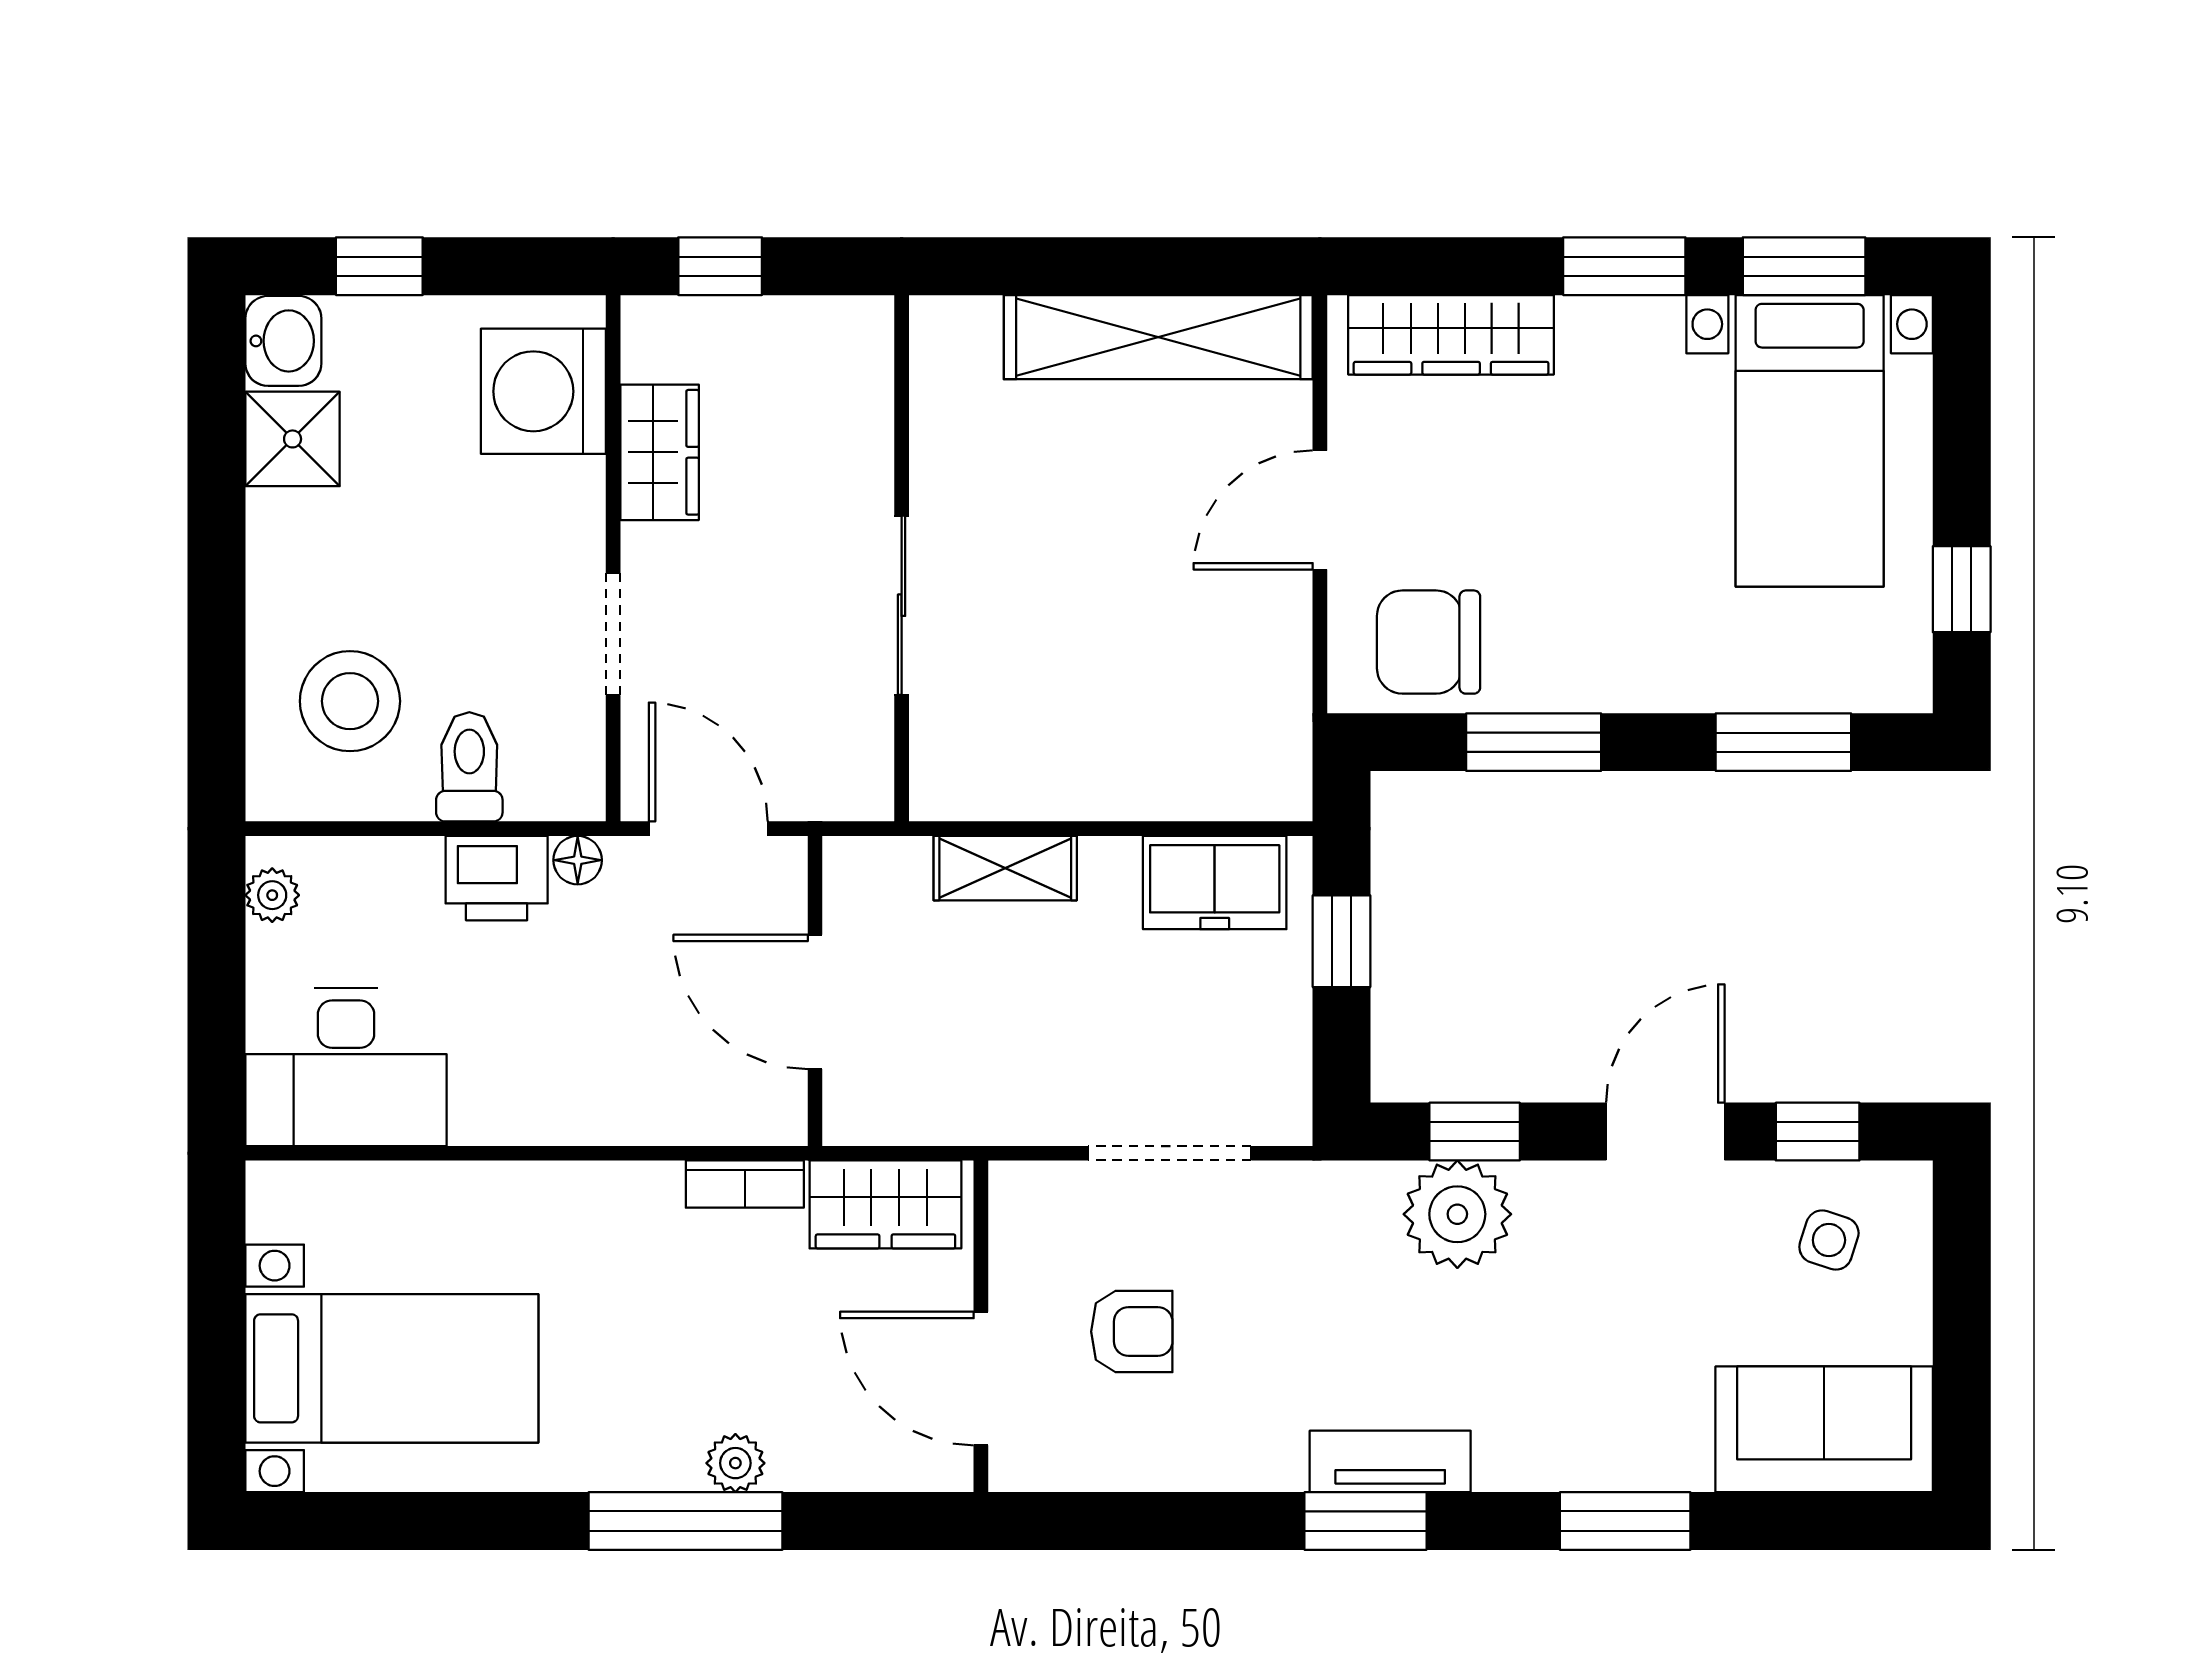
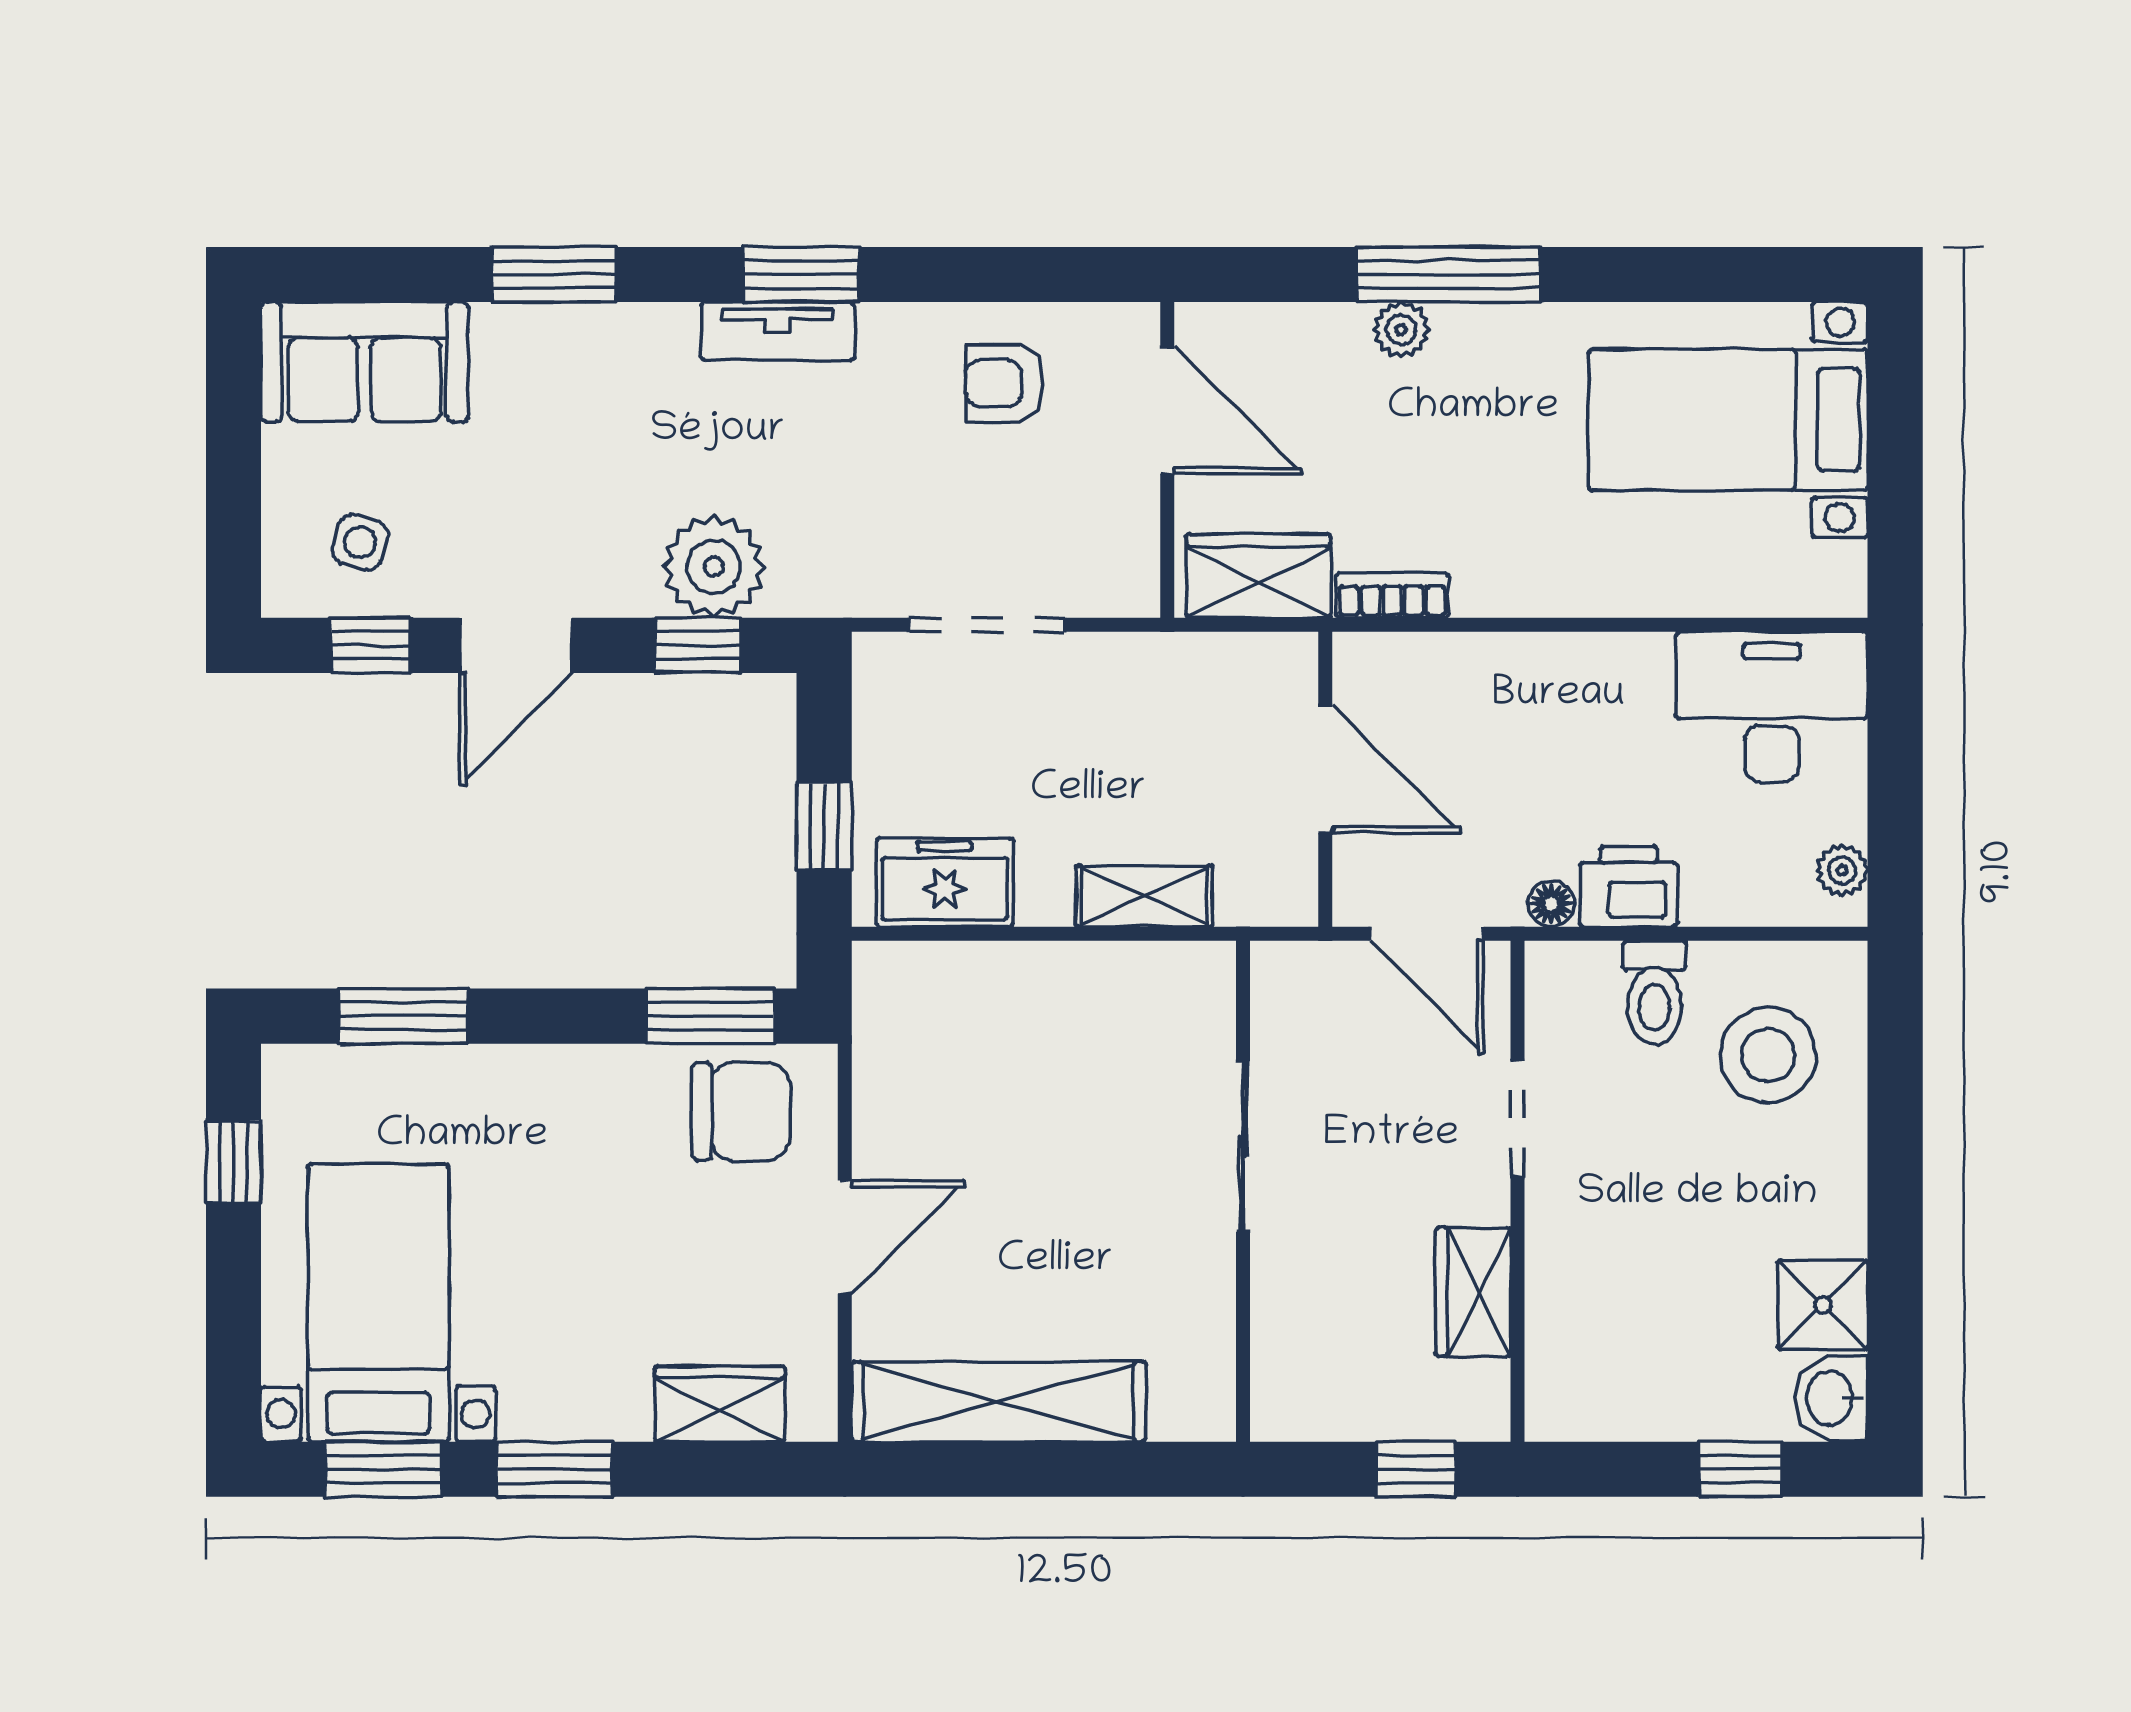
wardrobe: (1451, 335) -> (720, 1404), width x0.67
washing machine: (543, 391) -> (1584, 1350), removed
window: (1534, 742) -> (710, 1016), moved
armchair: (1132, 1332) -> (1004, 383), moved

